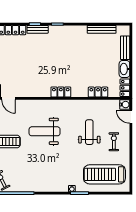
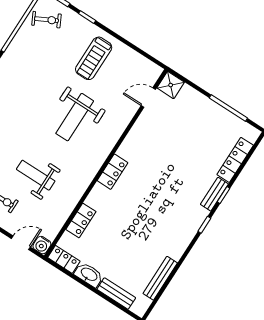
weight bench: (45, 131) -> (75, 117), turned 180
weight bench: (89, 132) -> (36, 175), turned 180

